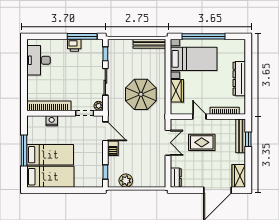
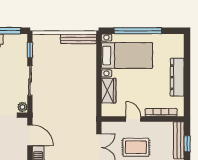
parasol: (141, 94) -> (69, 94), removed

